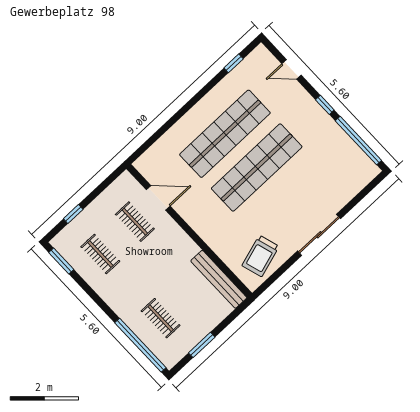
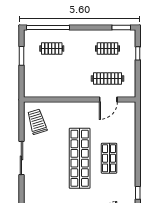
shop shelf: (225, 134) -> (109, 158), width x0.50, depth x0.74
clothes rail: (135, 222) -> (107, 79), width x1.36
bench: (219, 279) -> (44, 92), removed

